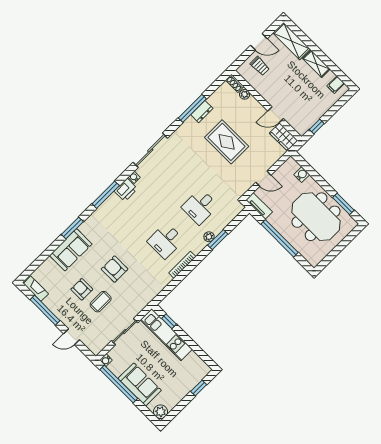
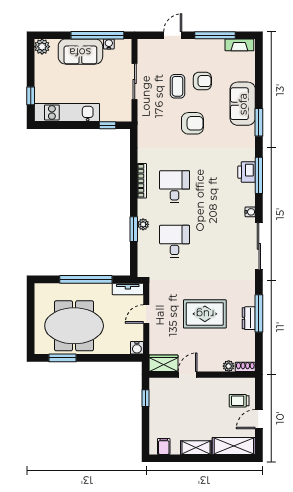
water cooler: (302, 175) -> (137, 348), moved
printer: (126, 190) -> (247, 172), moved
kitchen unit: (166, 335) -> (67, 112), moved
water cooler: (106, 360) -> (109, 44), moved

